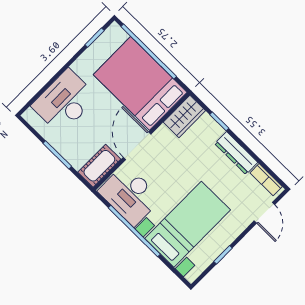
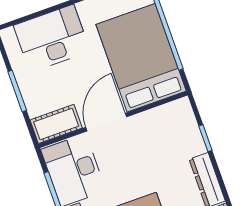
wardrobe: (184, 116) -> (171, 115), removed

